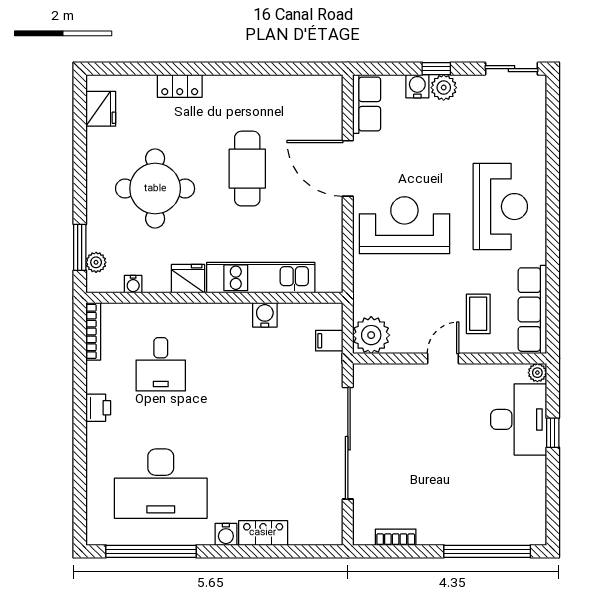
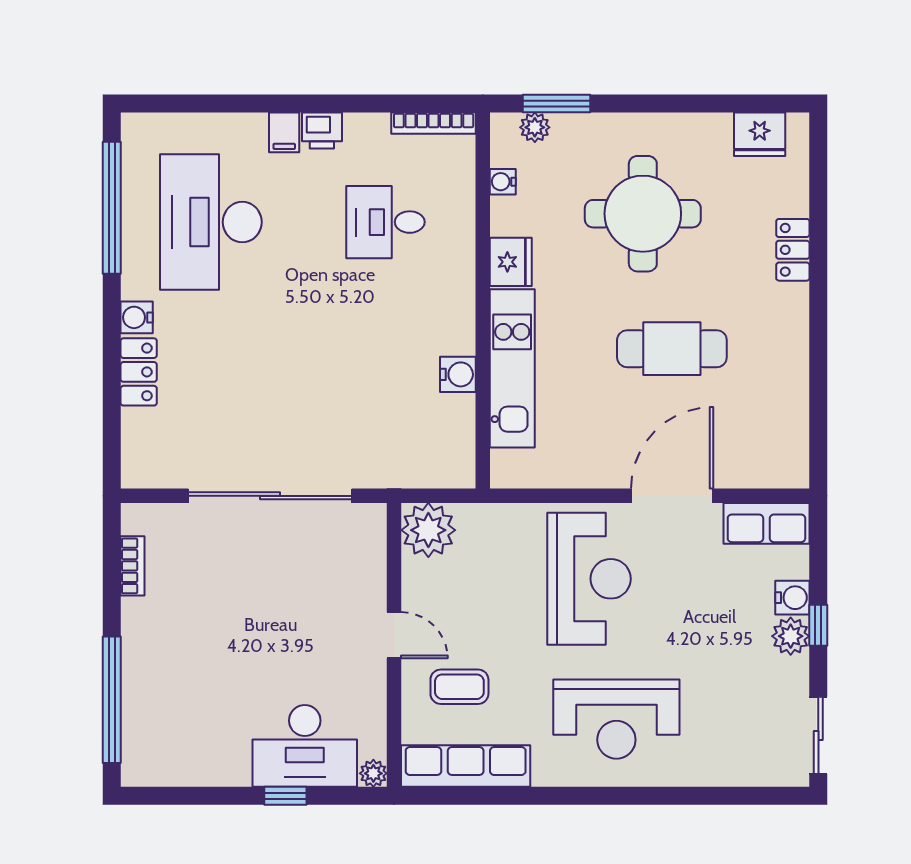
filing cabinet: (329, 341) -> (284, 132), moved, turned 180

